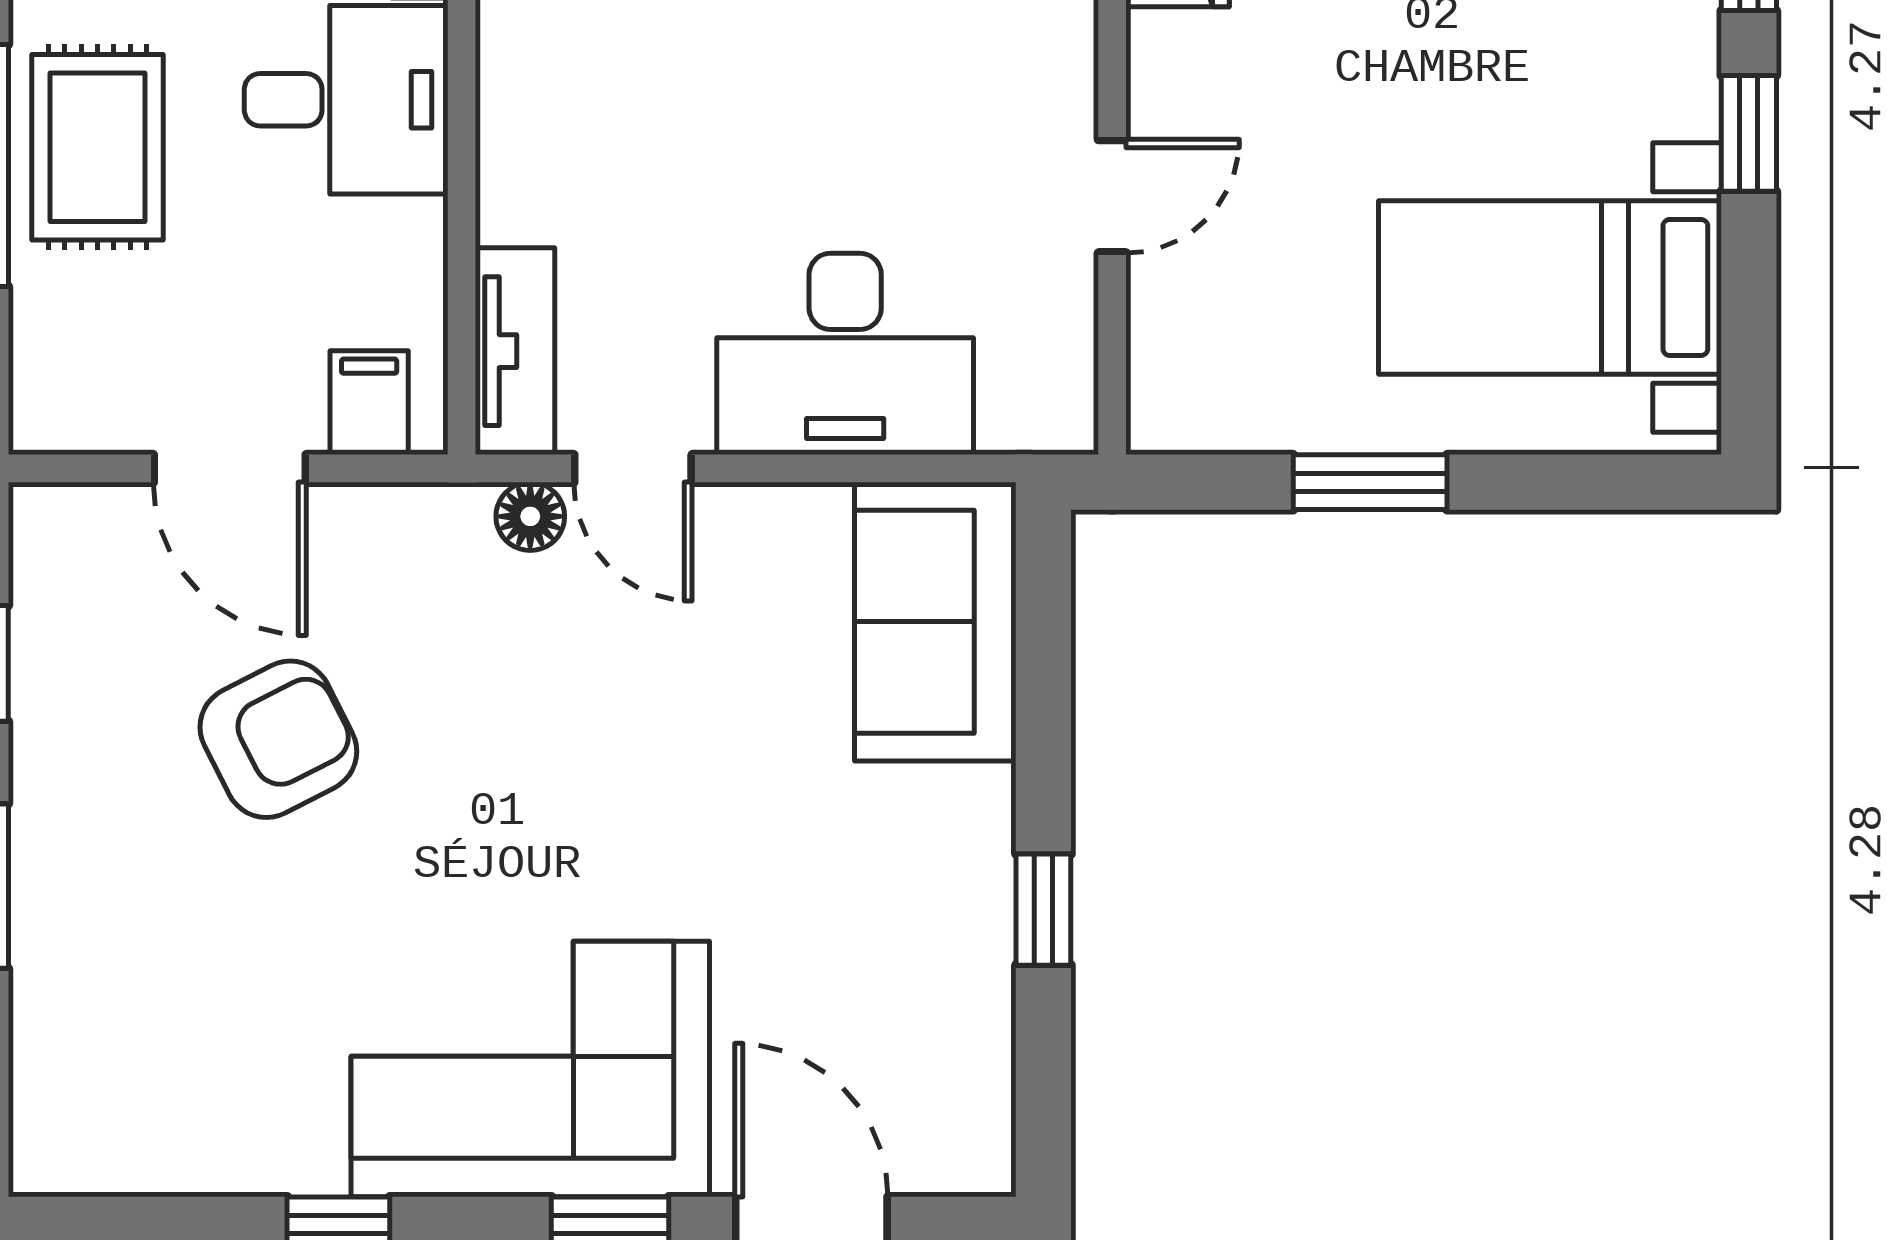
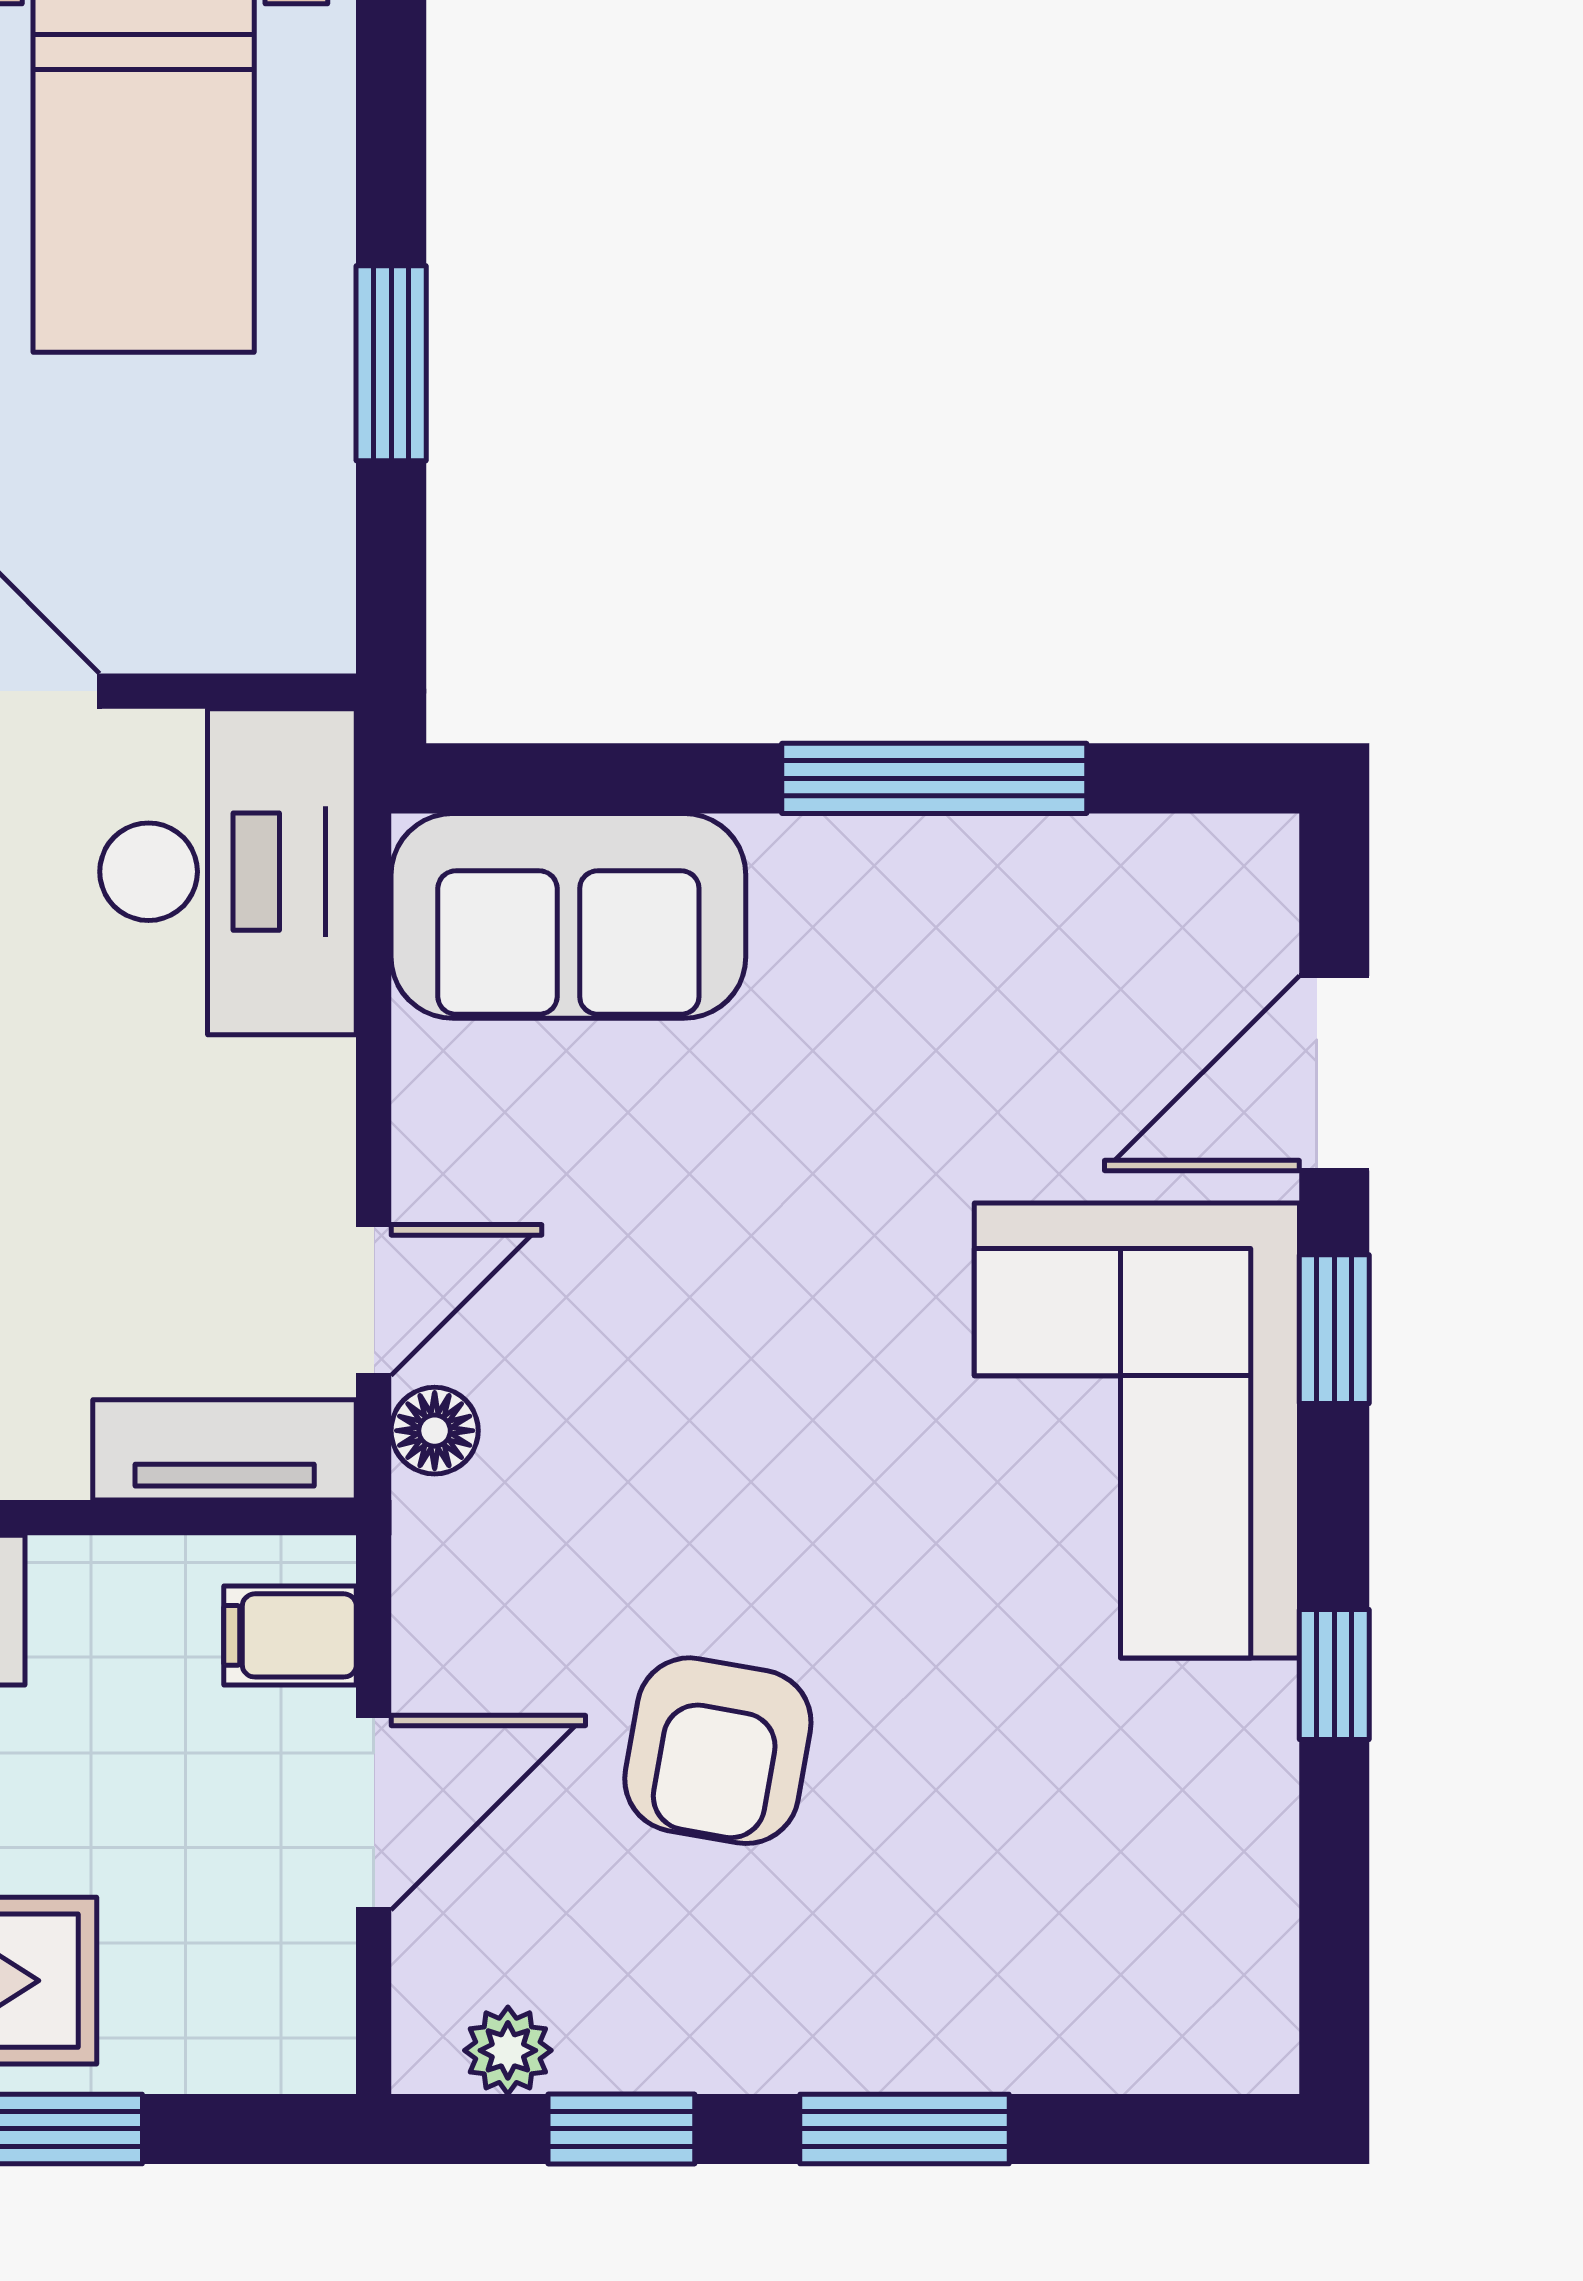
desk: (845, 354) -> (228, 872), moved
plant: (43, 574) -> (508, 2050), added
armchair: (278, 739) -> (718, 1751), turned -143
window: (1043, 910) -> (934, 778), width x2.17

